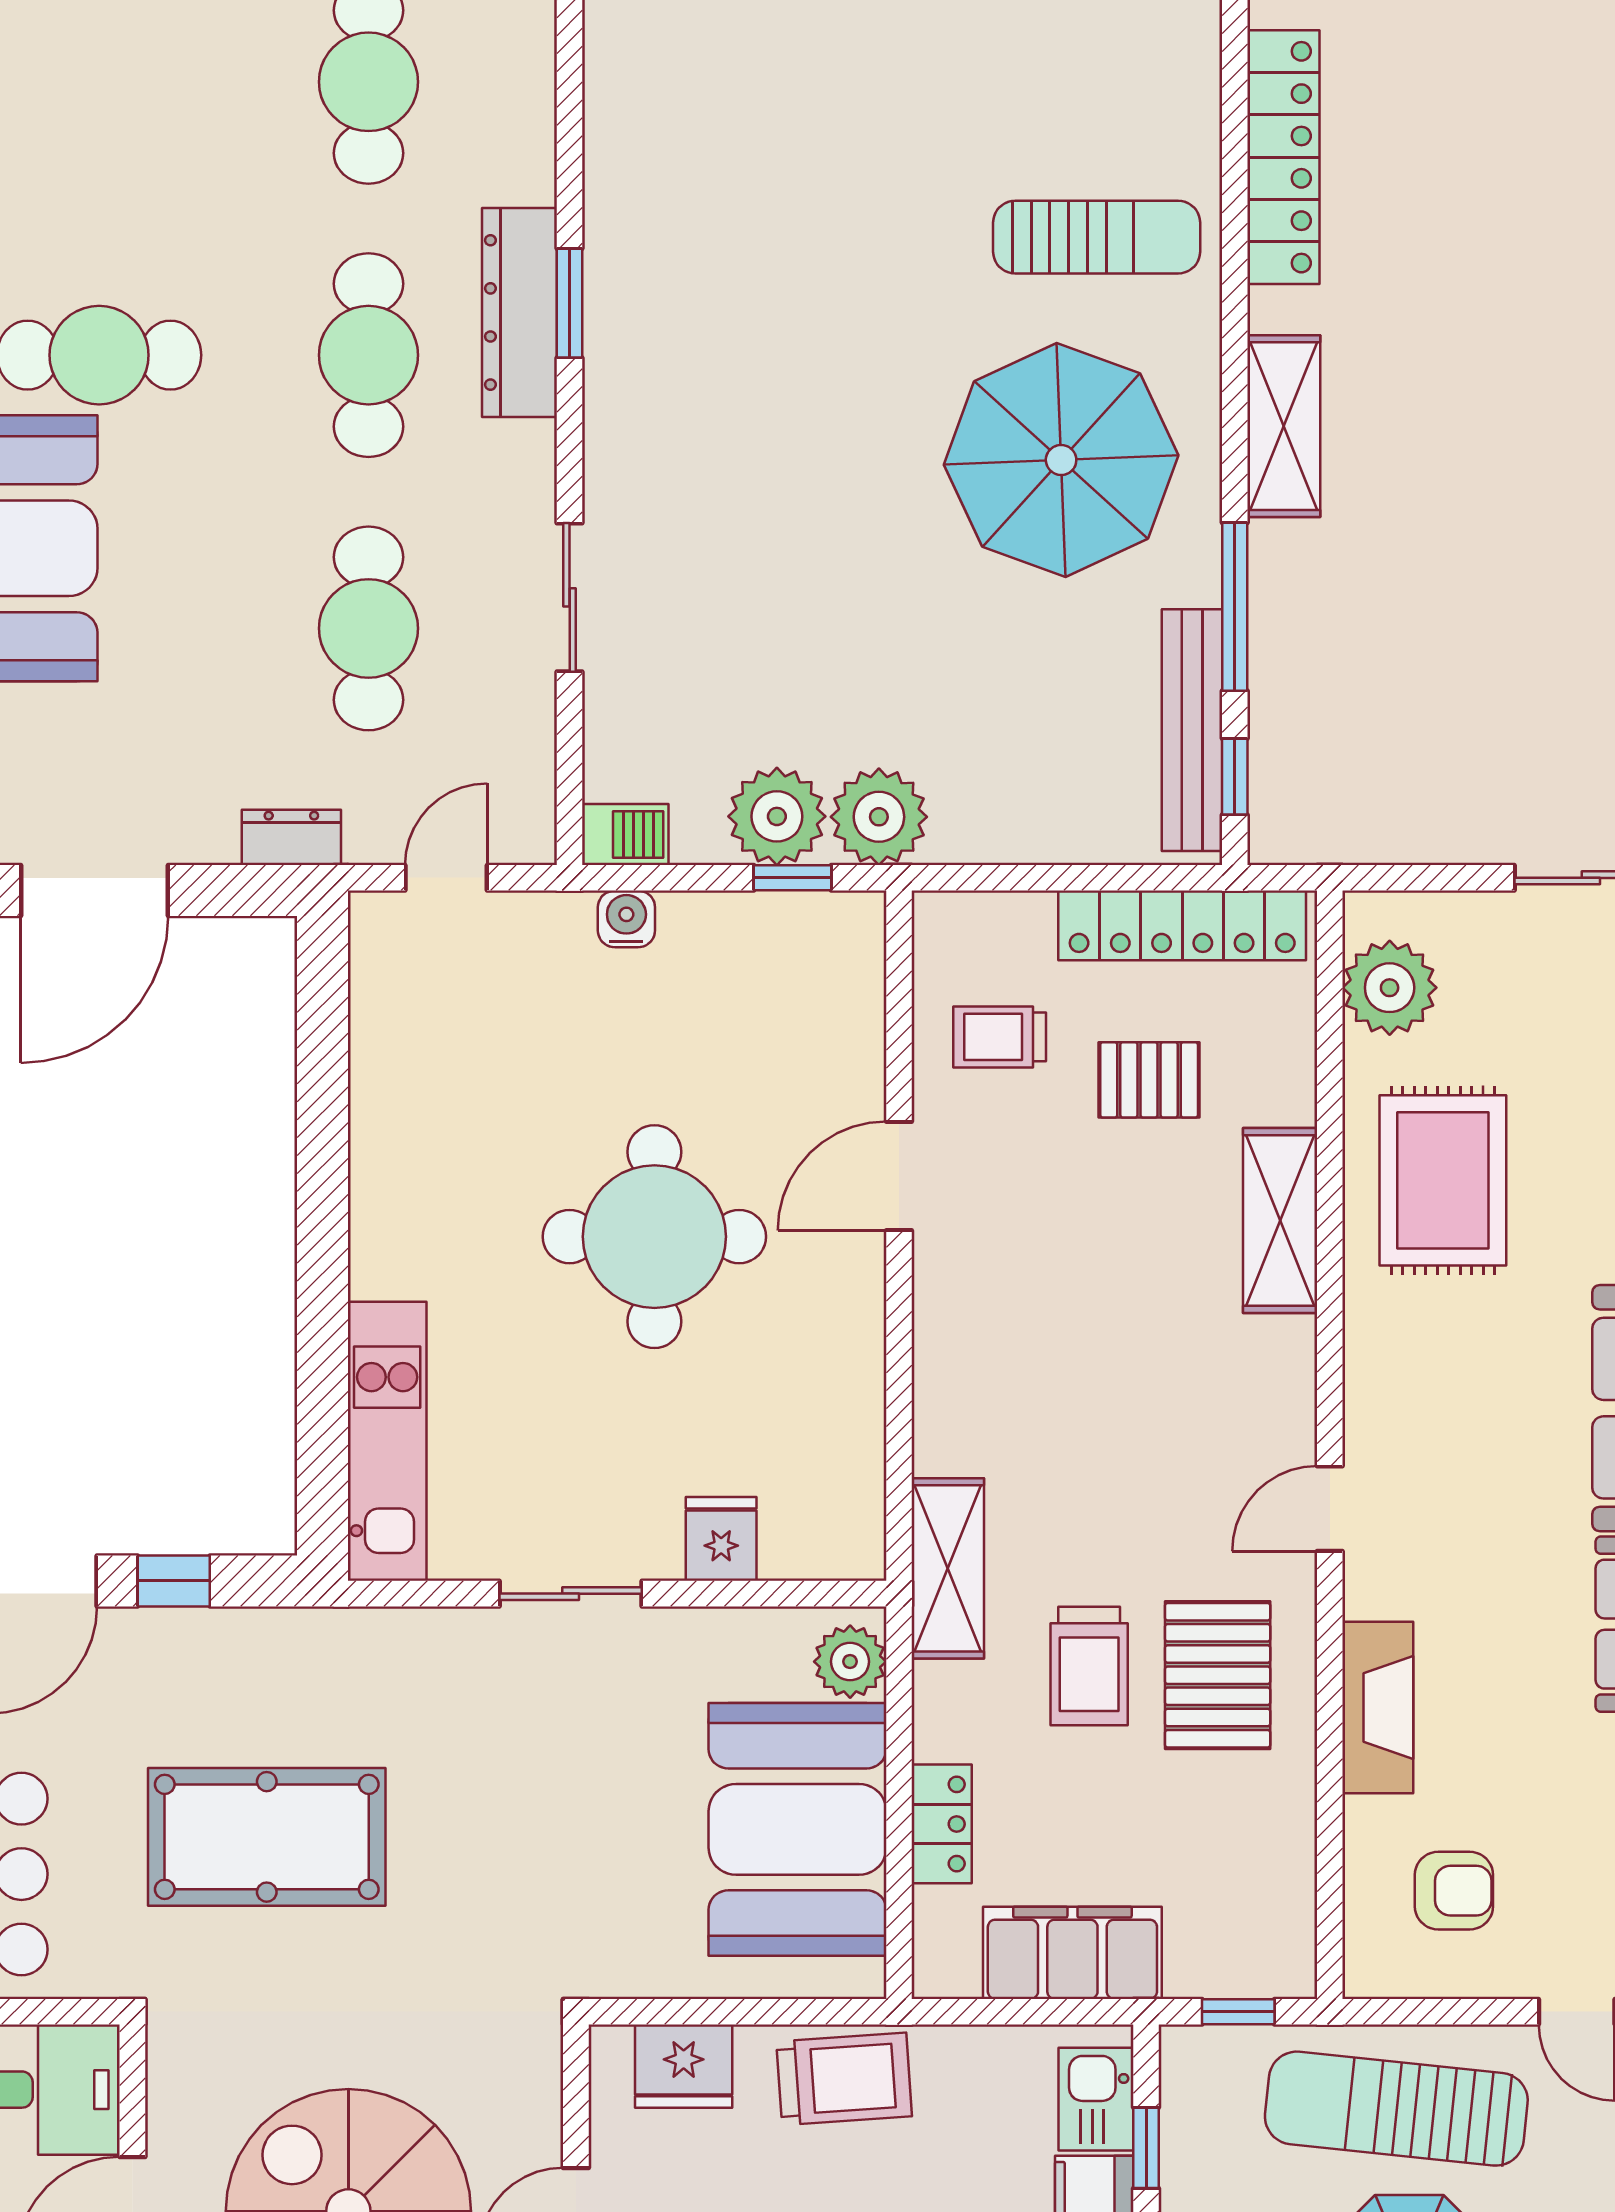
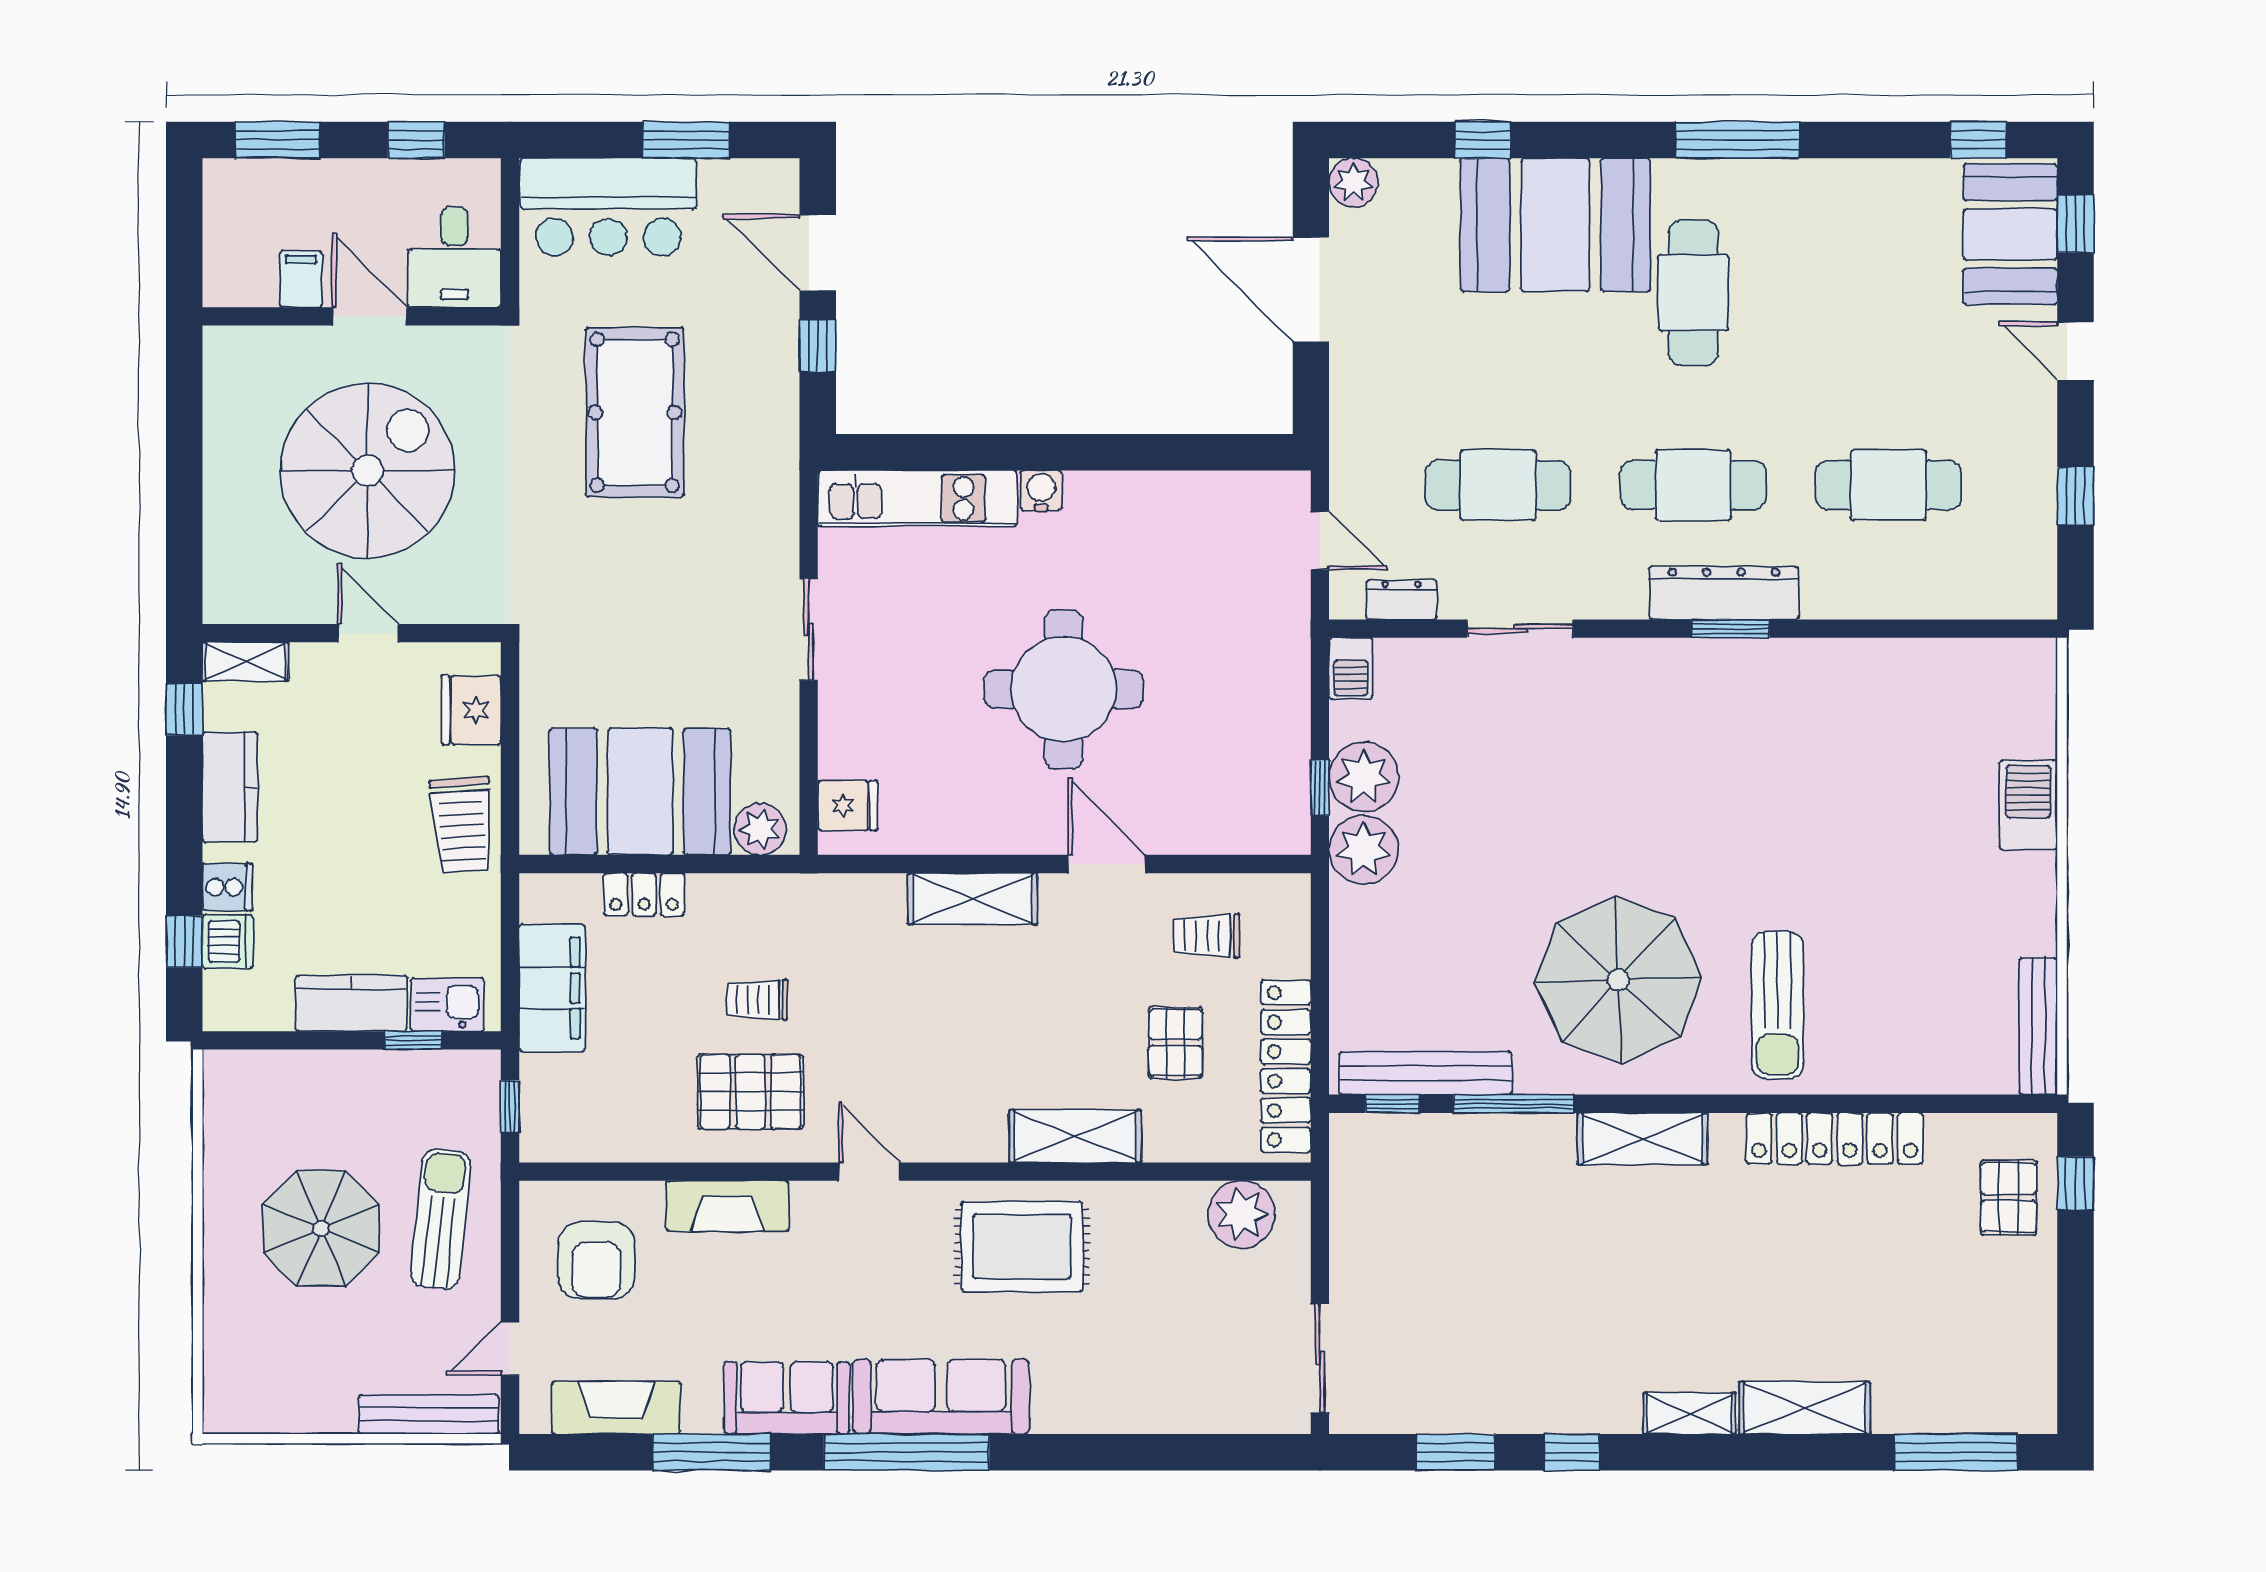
dresser: (291, 837) -> (1401, 600), moved, turned -90
water cooler: (626, 919) -> (1041, 491), moved, turned -90
trolley: (1000, 1037) -> (1206, 936), turned -90
rug: (1443, 1180) -> (1022, 1247), moved
fridge: (721, 1539) -> (848, 806), moved
shelving: (948, 1568) -> (973, 899), moved
trolley: (1089, 1666) -> (757, 1000), width x0.73, depth x0.72
armchair: (1454, 1891) -> (597, 1260), width x1.38, depth x1.38
sun lounger: (1396, 2109) -> (441, 1219), width x0.73, depth x0.75

